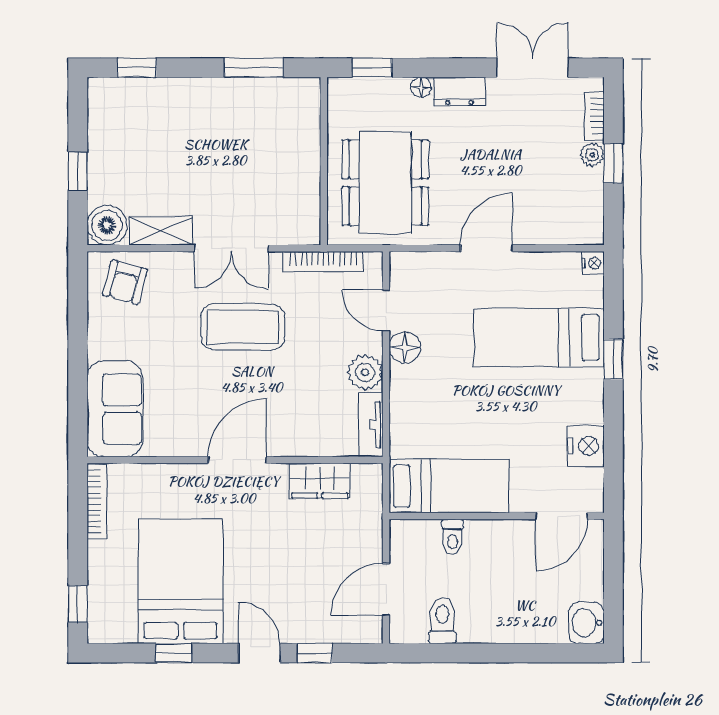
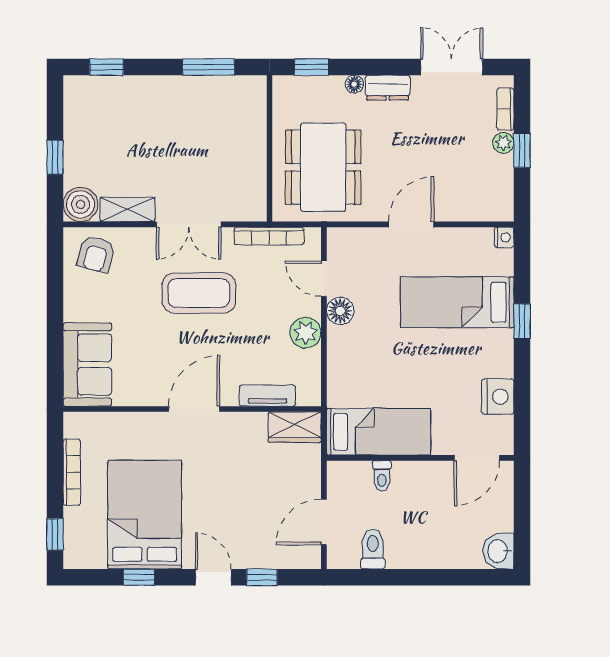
tv unit: (371, 425) -> (267, 396), moved, turned 90
wardrobe: (320, 481) -> (295, 427), moved
bookcase: (97, 501) -> (72, 472), moved

